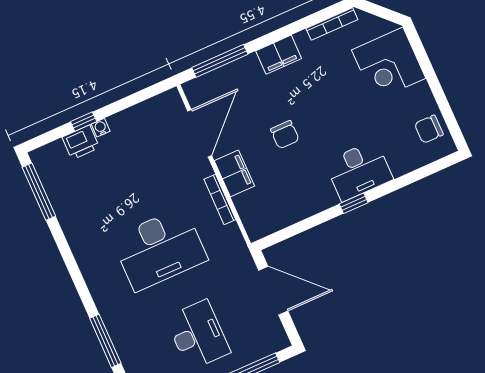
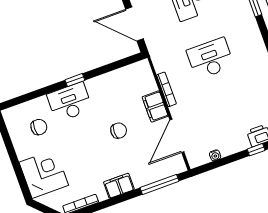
water cooler: (101, 128) -> (215, 155), moved
chair: (429, 129) -> (39, 127), moved
chair: (285, 135) -> (119, 131), turned 90
desk: (160, 249) -> (210, 58), width x0.73, depth x0.77

